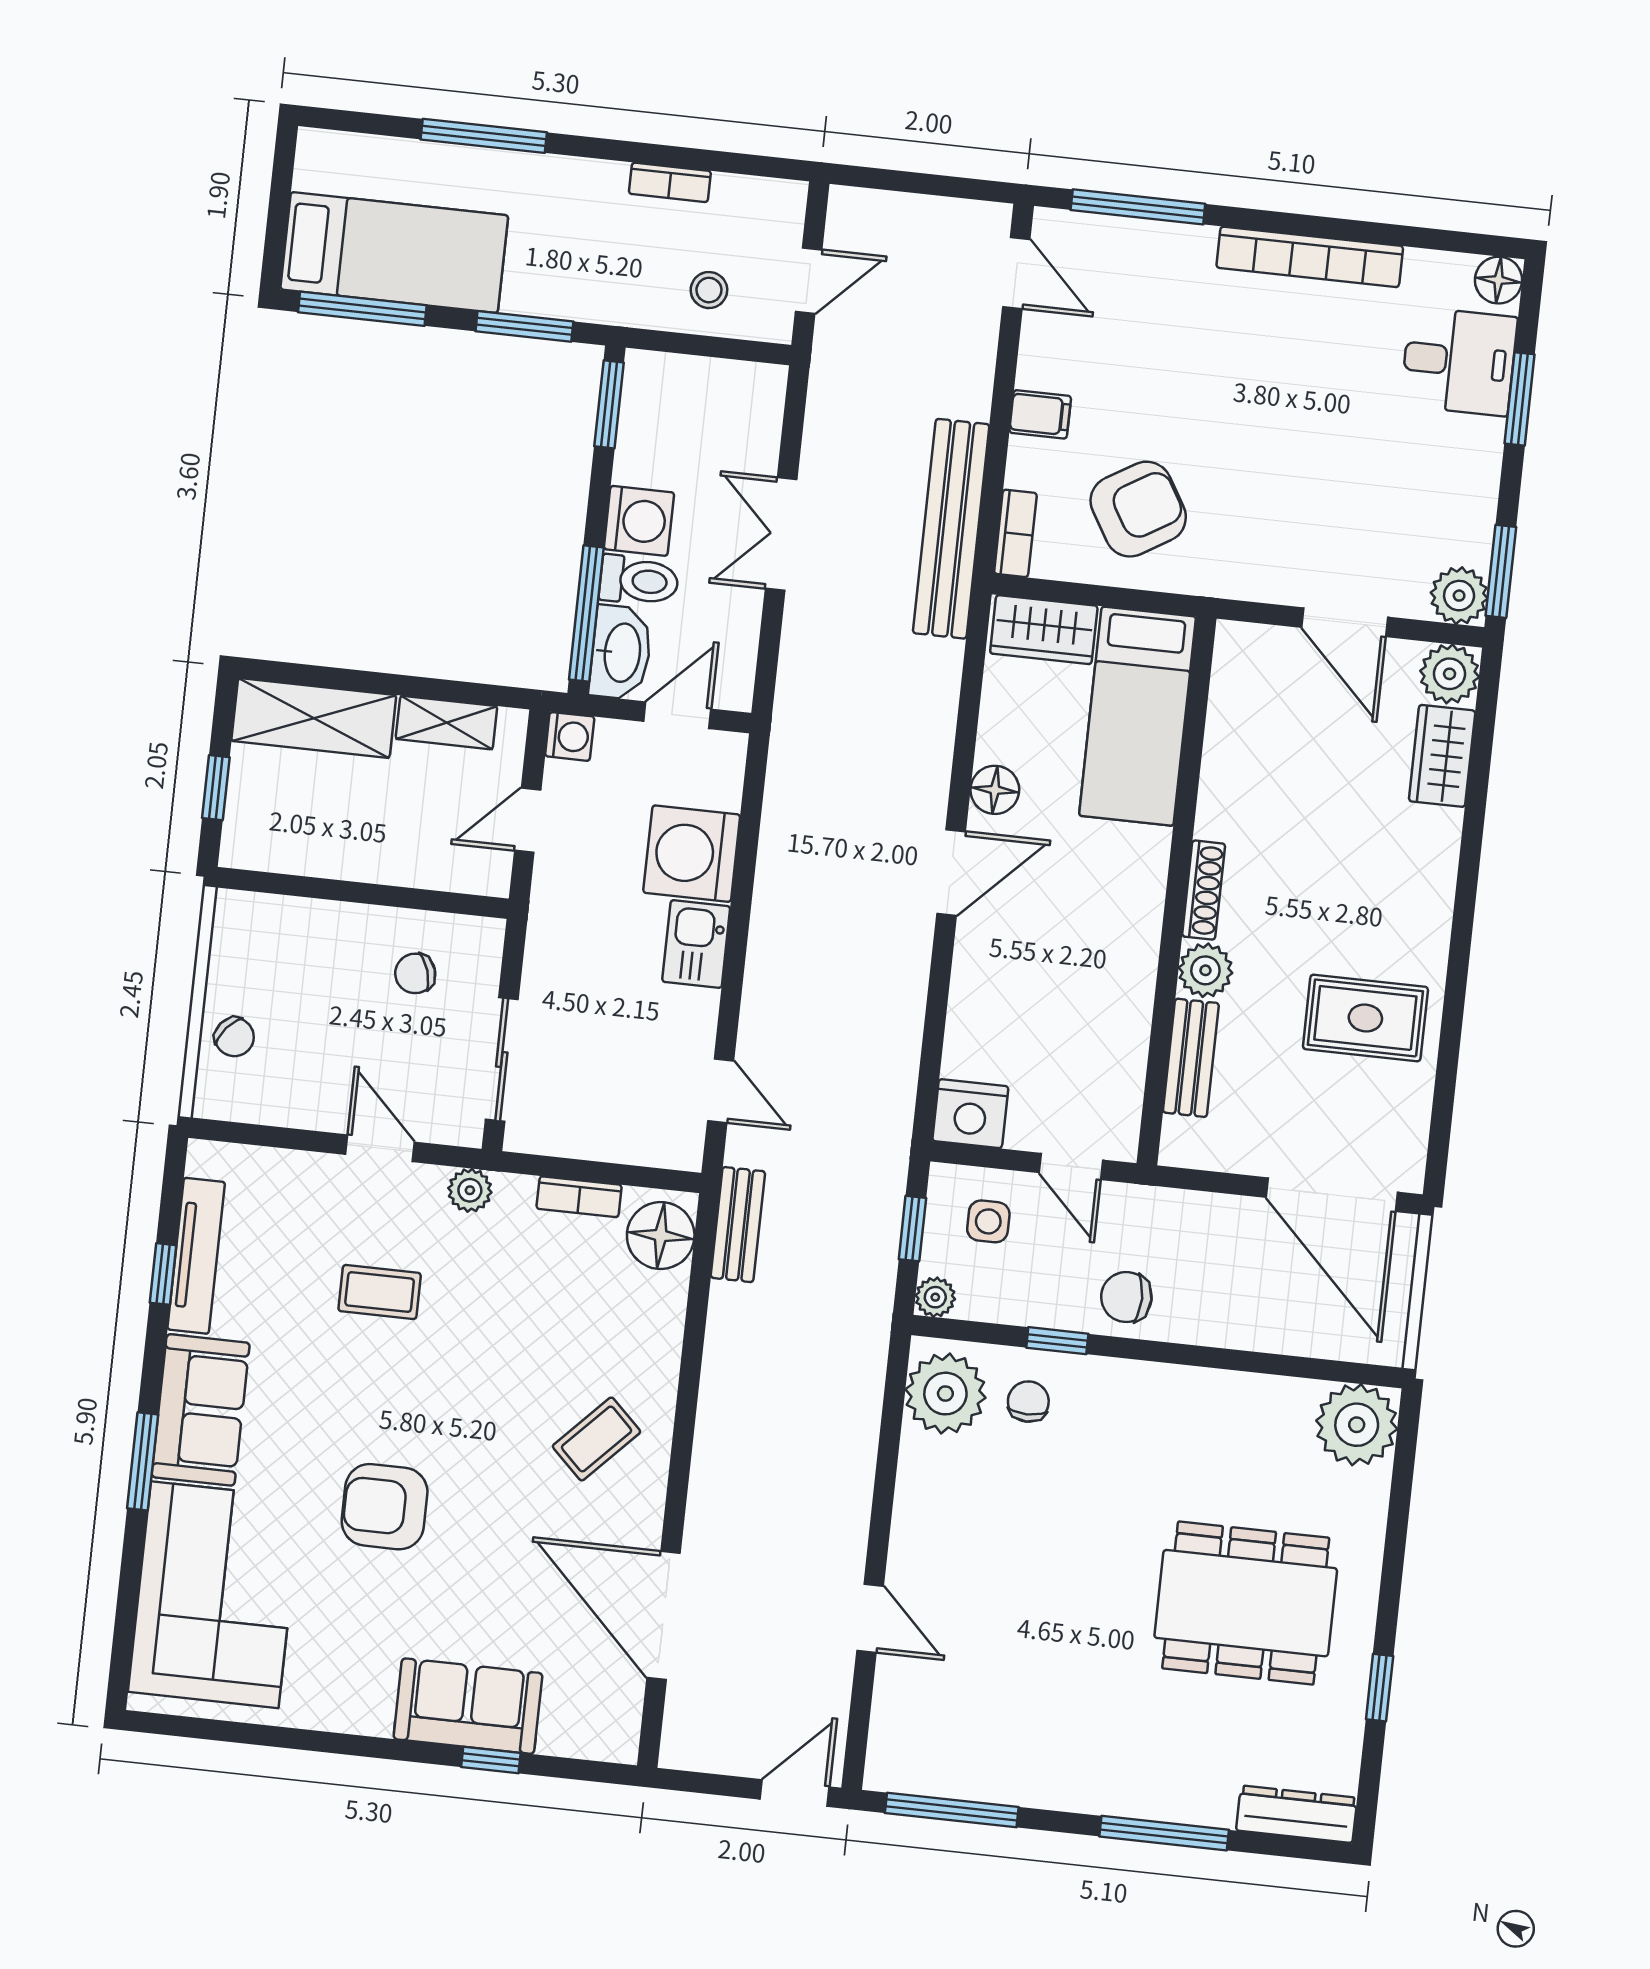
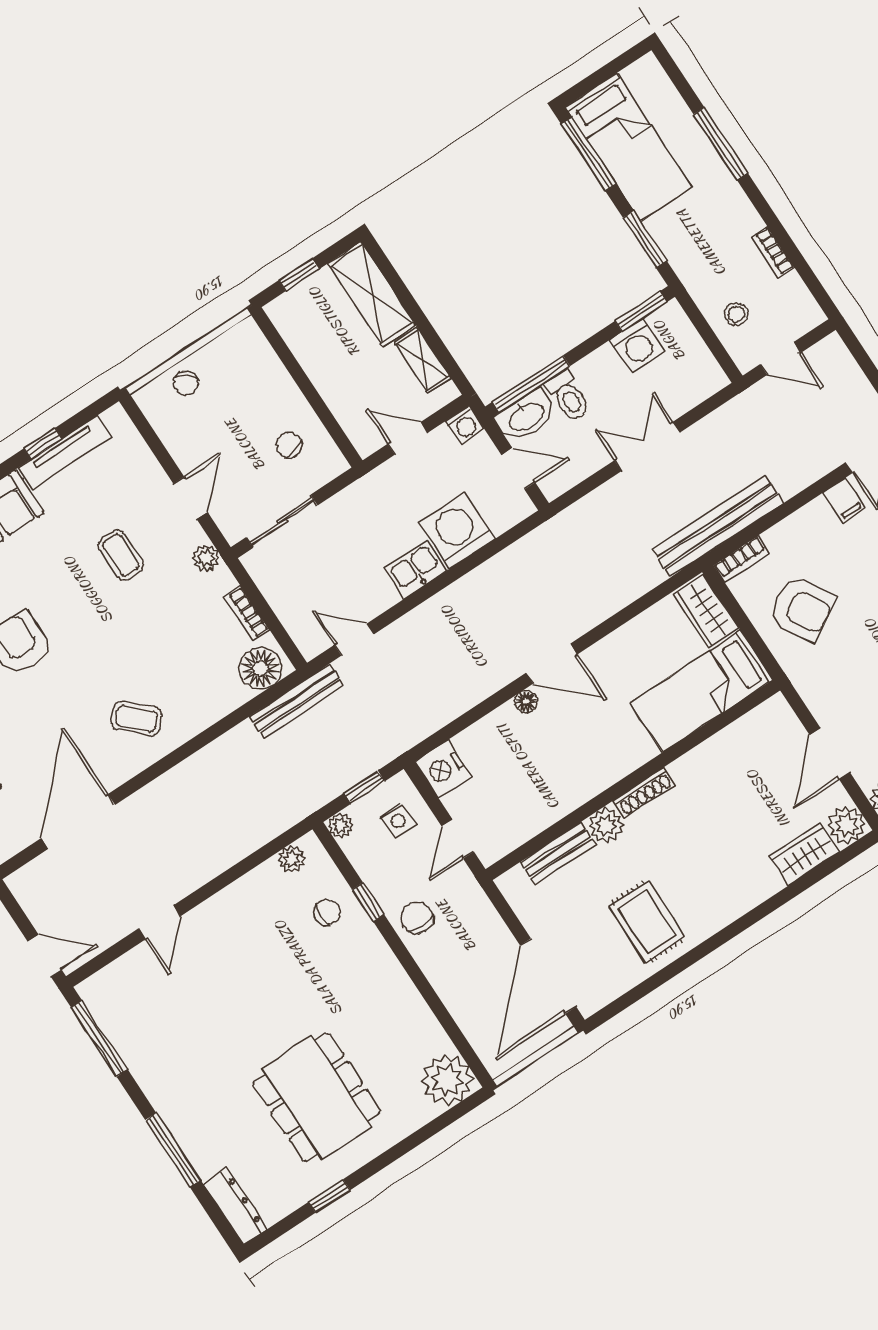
filing cabinet: (1040, 414) -> (844, 500), moved
washing machine: (639, 521) -> (637, 346), moved
floor lamp: (995, 790) -> (526, 702), moved, width x0.73, depth x0.73
door: (721, 1091) -> (354, 639), swing flipped
bench: (738, 1225) -> (297, 701), width x1.36
plant: (945, 1394) -> (291, 859), width x0.53, depth x0.53

